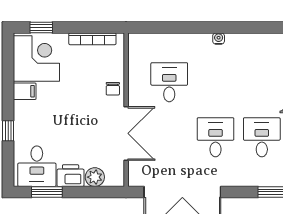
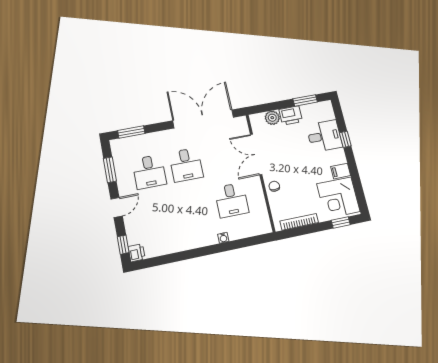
water cooler: (219, 39) -> (223, 238), moved
desk: (37, 166) -> (324, 136), moved, turned 90

